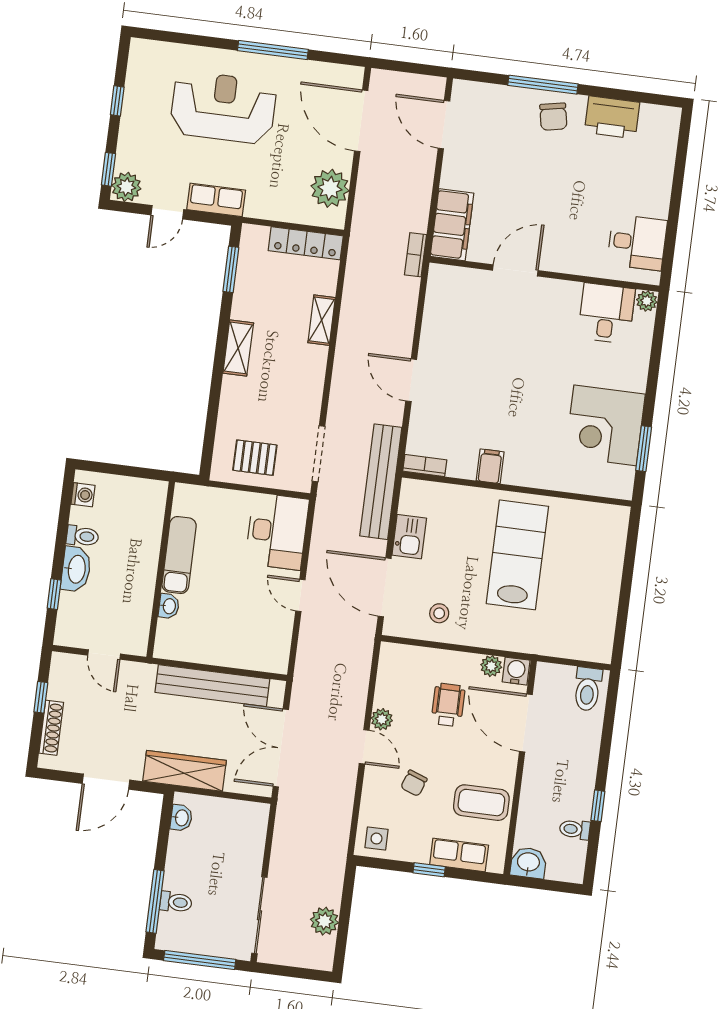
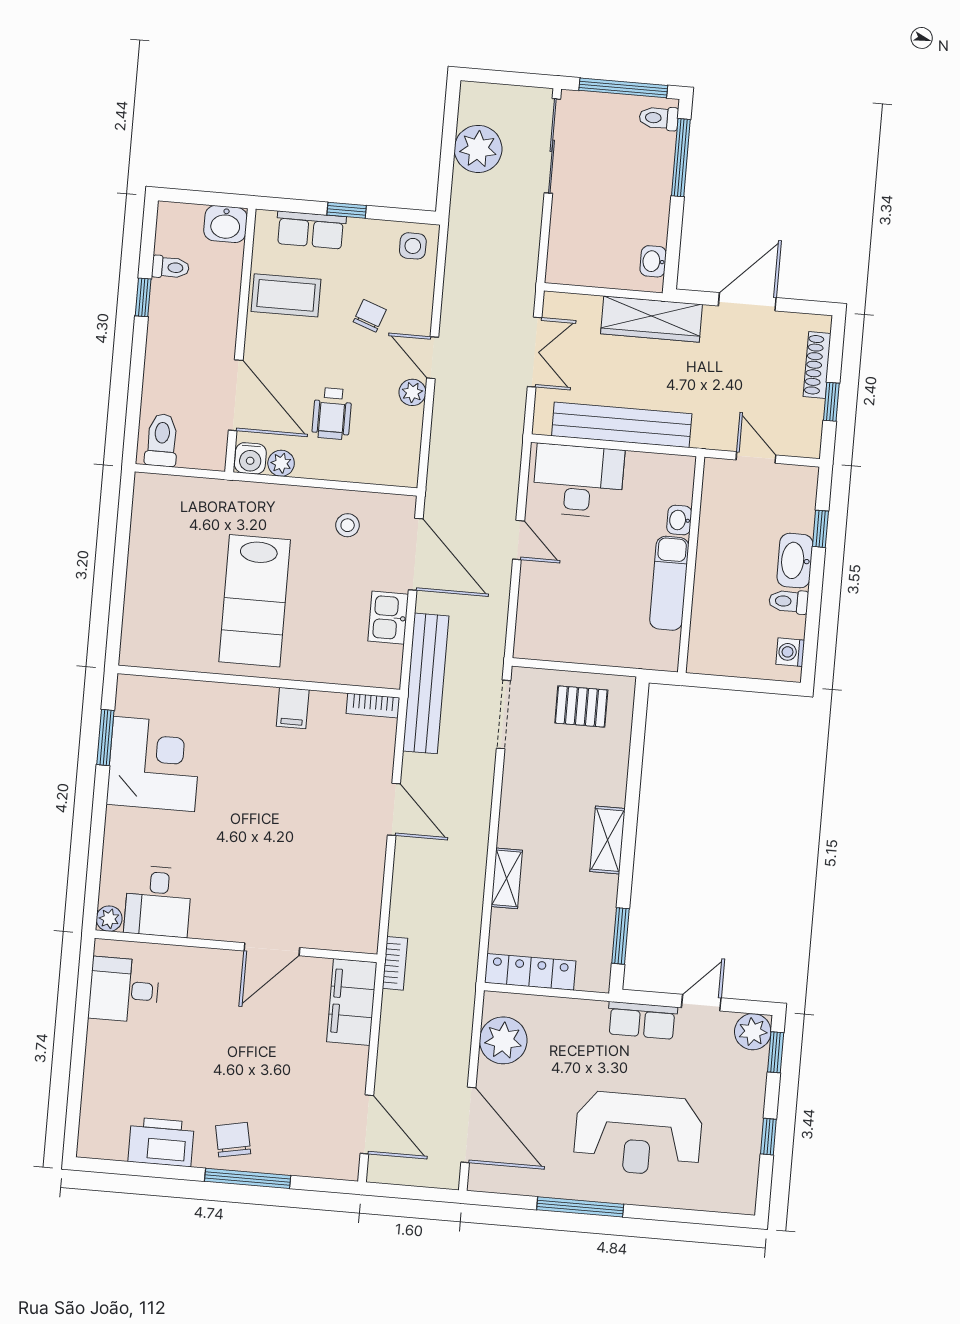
desk: (277, 531) -> (578, 481), moved, turned 90
double door: (281, 748) -> (535, 352), width x0.73
toilet: (176, 902) -> (659, 118), moved
plant: (324, 921) -> (478, 149), width x1.36, depth x1.36

